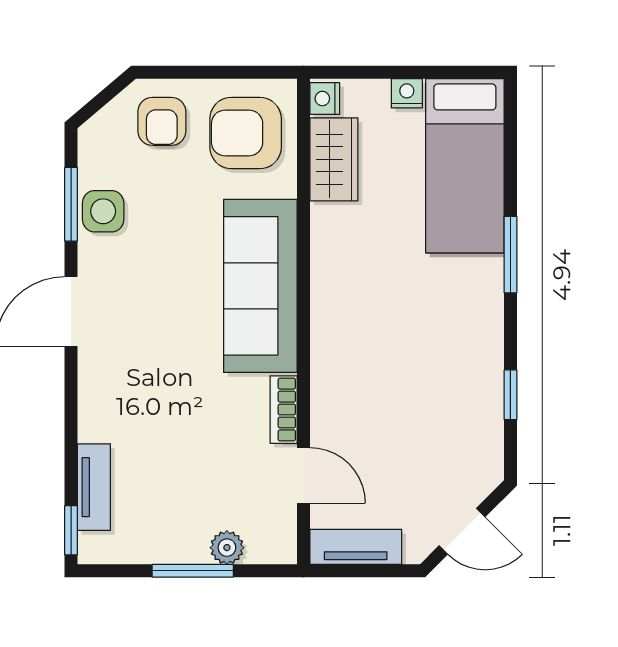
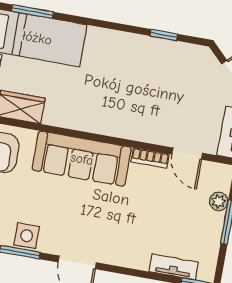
window: (510, 255) -> (32, 12), moved
door: (303, 475) -> (187, 154), swing flipped

